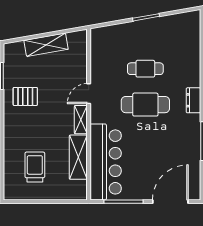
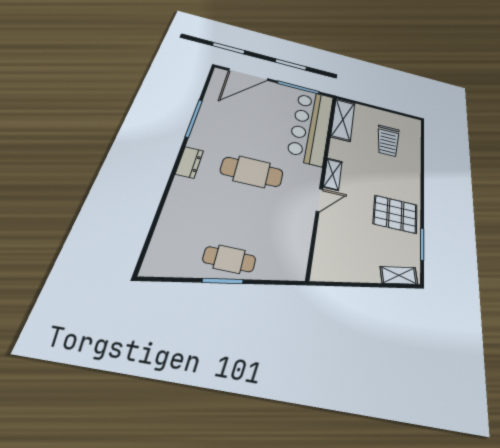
shelving: (46, 45) -> (399, 275), moved, width x0.67, depth x0.75
cafe table: (145, 69) -> (229, 259), moved
pallet: (25, 96) -> (395, 214), width x1.50, depth x1.42
shelving: (78, 157) -> (343, 120), moved

